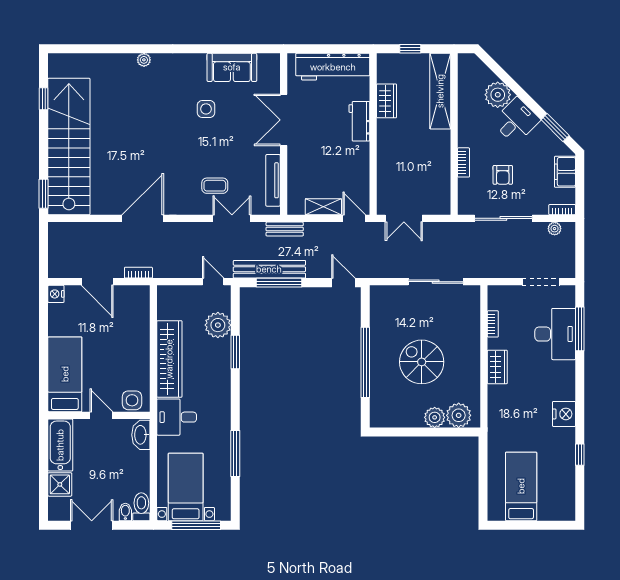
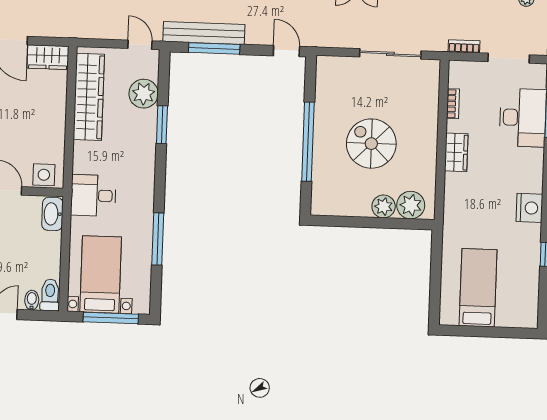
bookcase: (138, 273) -> (464, 46), moved
wardrobe: (132, 296) -> (48, 57), added
wardrobe: (169, 359) -> (89, 97), moved

